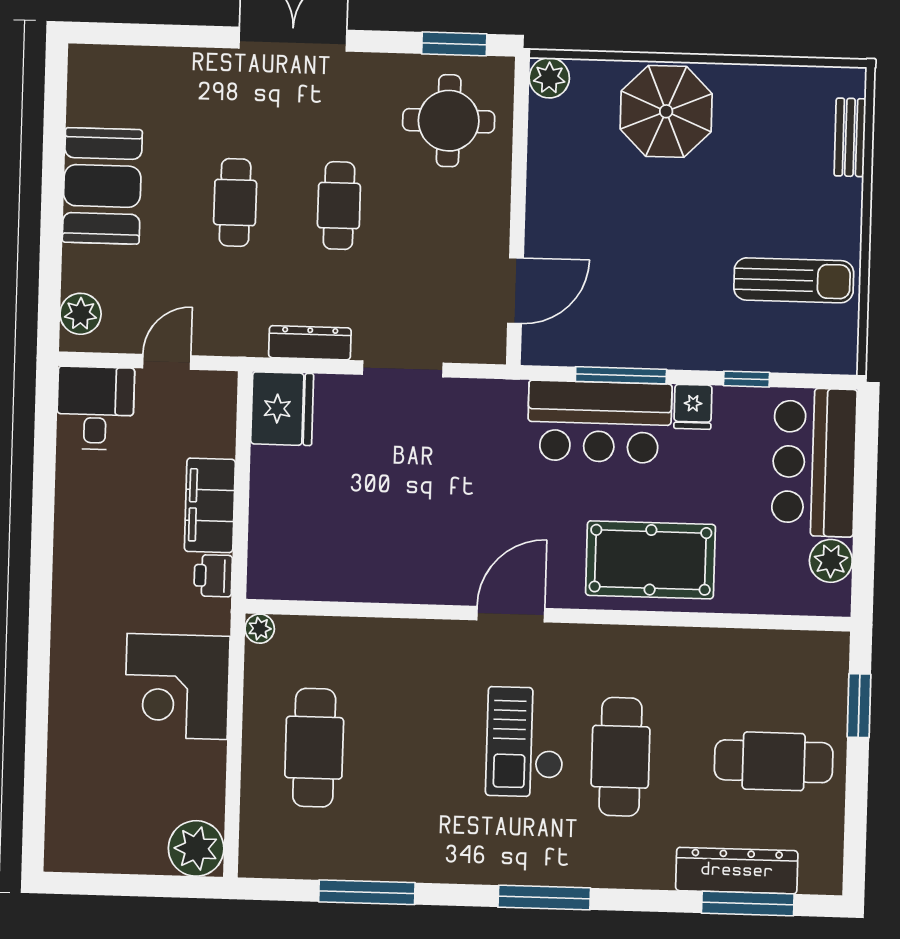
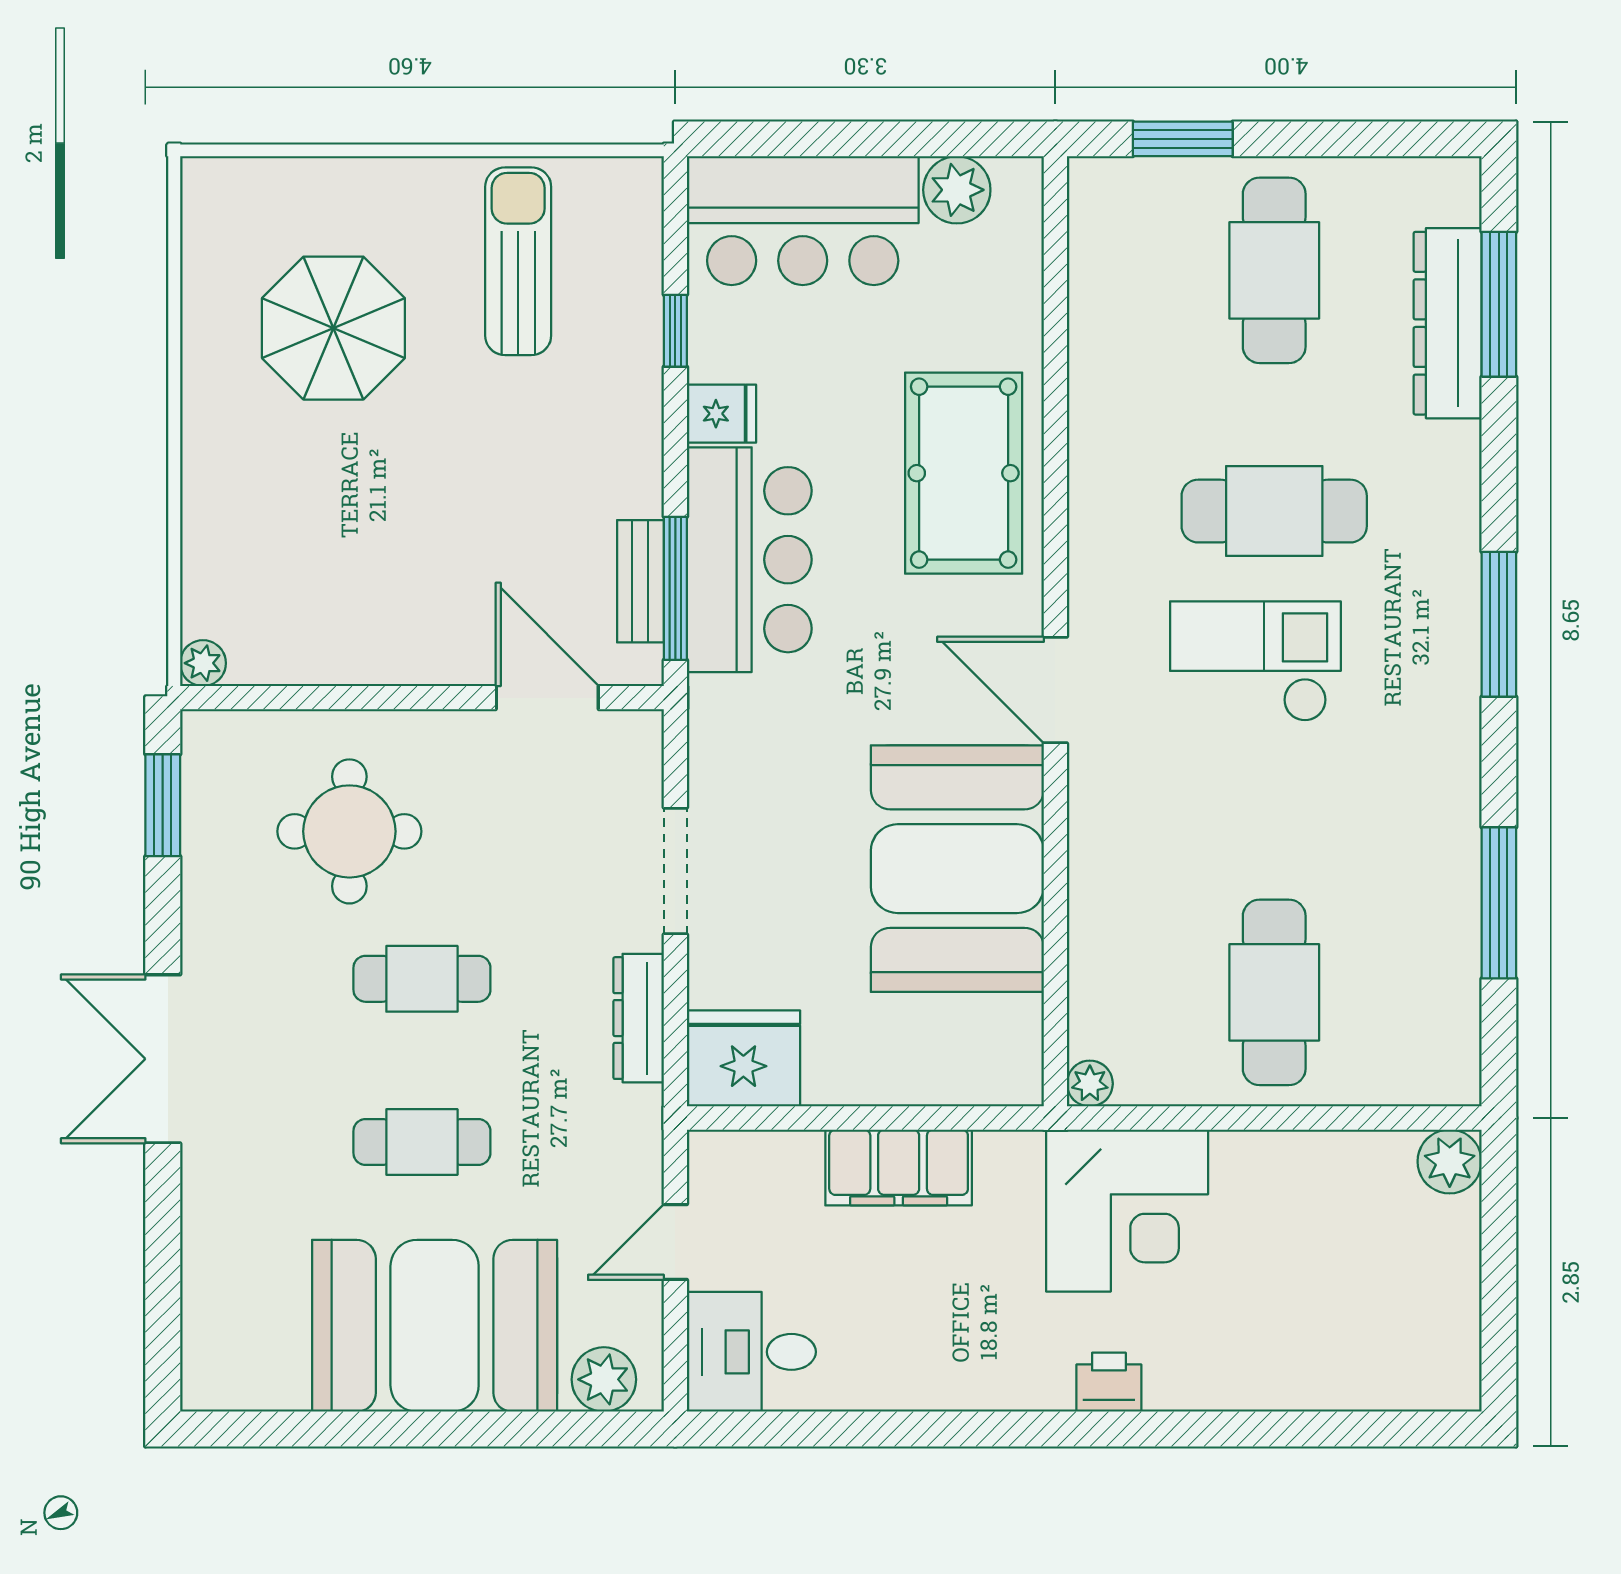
plant: (549, 78) -> (203, 663), width x0.73, depth x0.73
parasol: (666, 111) -> (333, 328), moved
round table: (449, 121) -> (349, 831), moved
bench: (850, 137) -> (640, 581), moved, turned 90
booth: (102, 186) -> (435, 1326), width x1.36, depth x1.42
door: (167, 362) -> (675, 1242), hinge flipped
window: (621, 375) -> (675, 588), moved
booth: (399, 548) -> (957, 869), added
printer: (213, 576) -> (1109, 1382), moved, turned 180
corner desk: (177, 686) -> (1127, 1211), moved
checkout: (525, 742) -> (1255, 661), turned 180
cafe table: (314, 748) -> (1274, 992), turned 90
plant: (196, 848) -> (1450, 1161), width x0.73, depth x0.73

